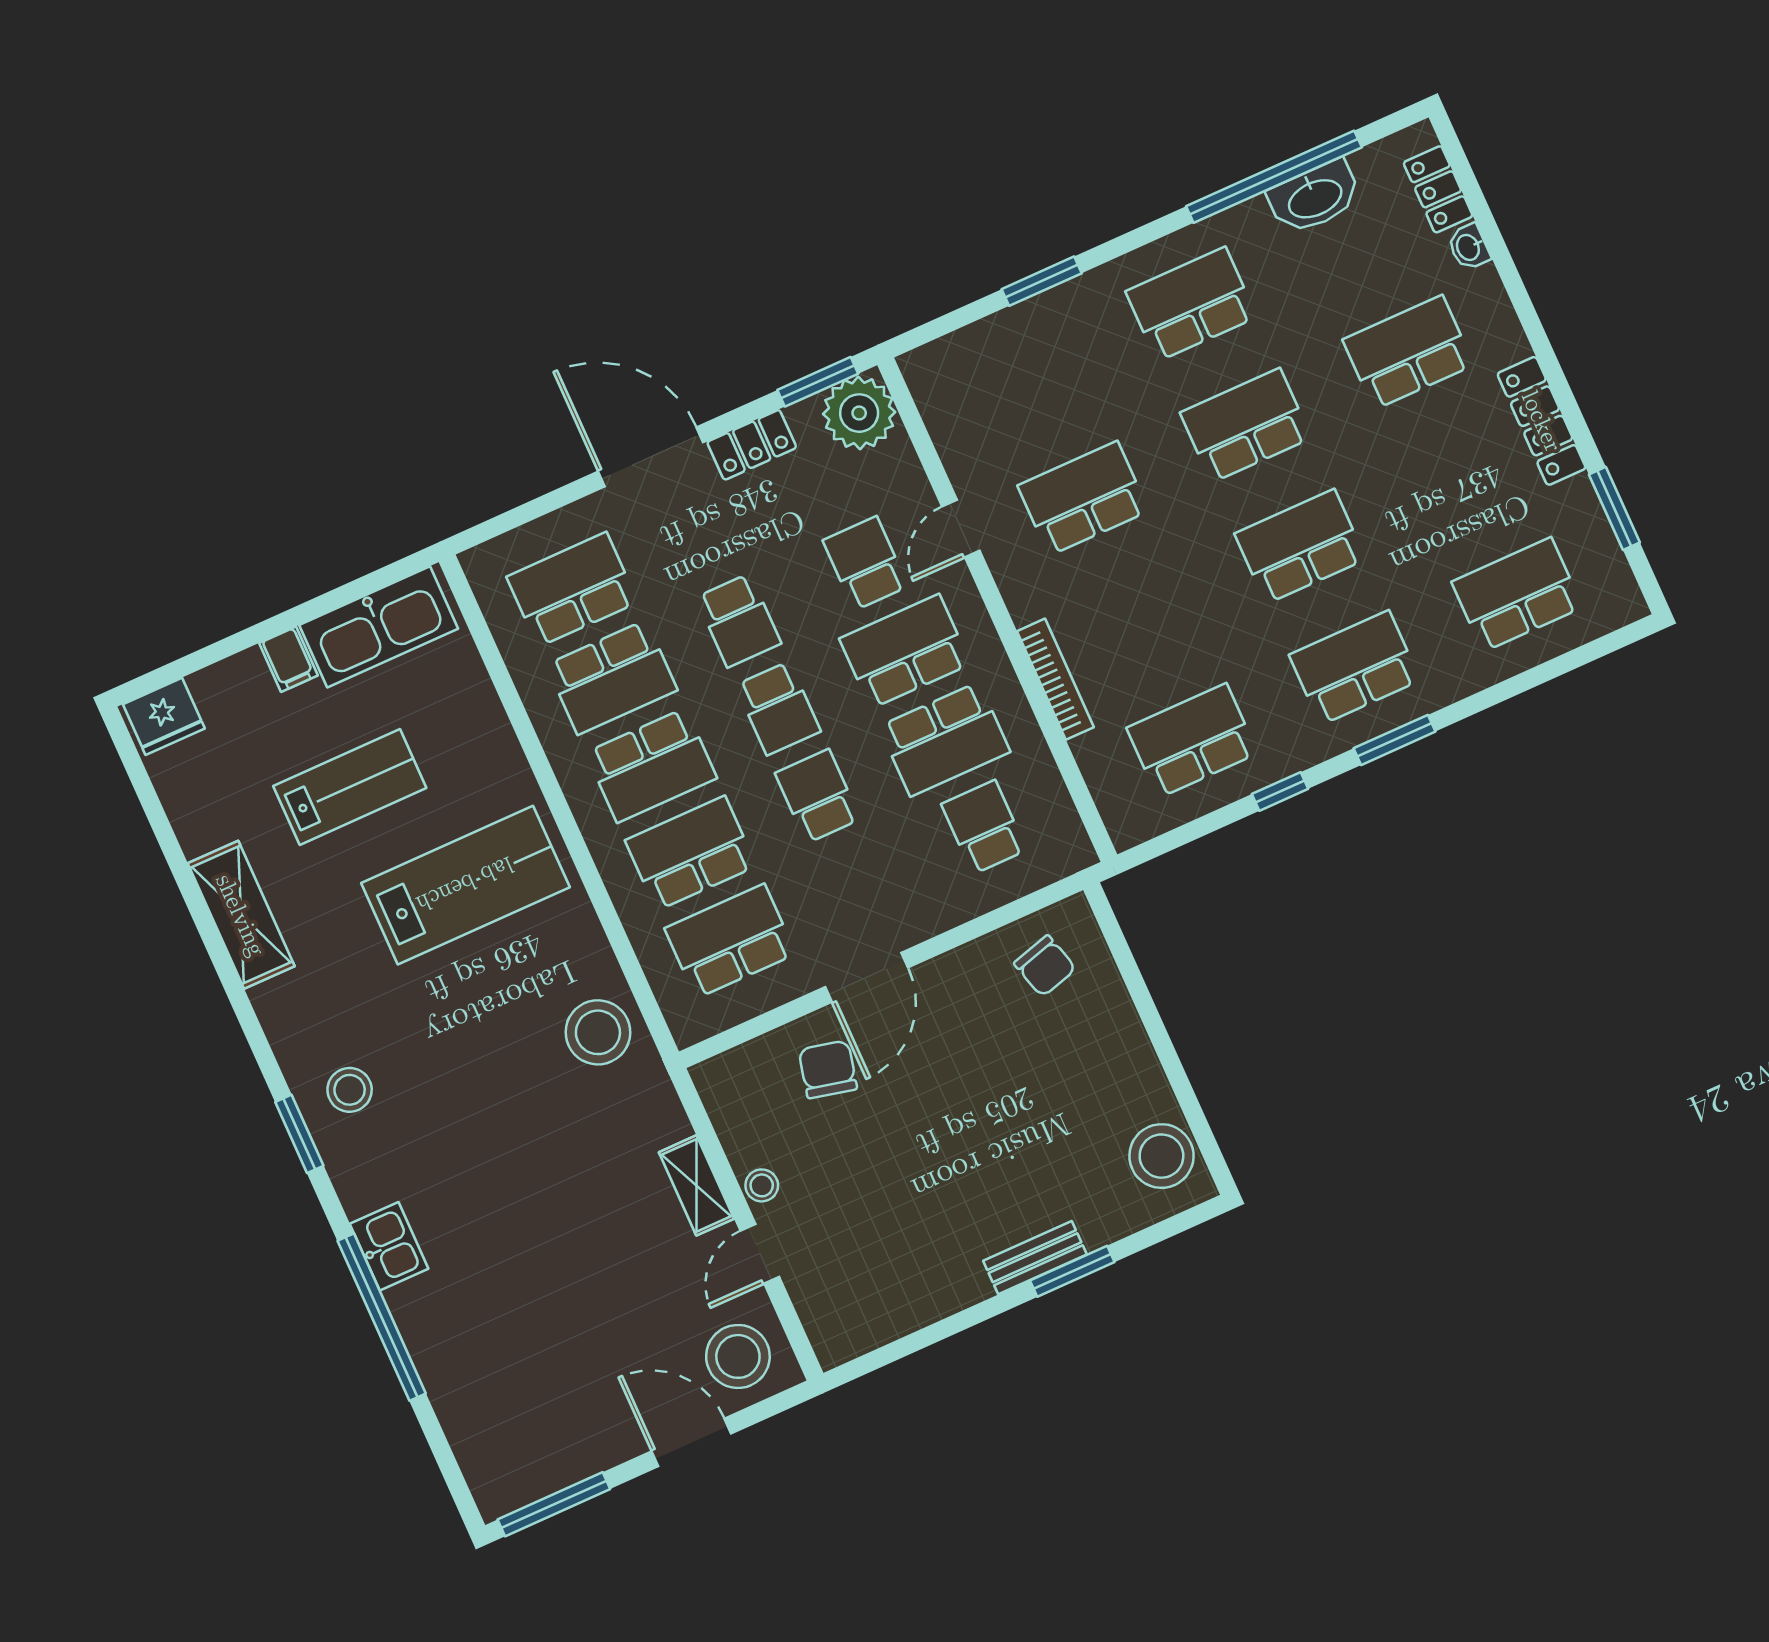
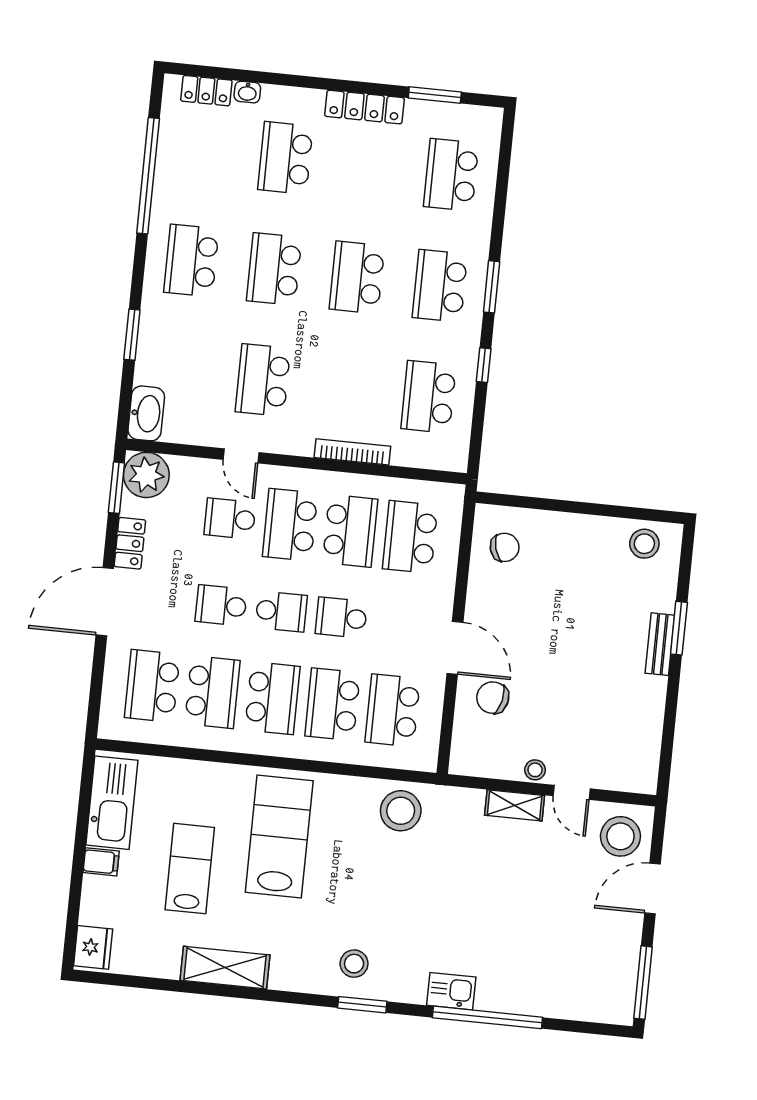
washbasin: (1315, 197) -> (146, 413), moved
school desk: (739, 620) -> (221, 605), turned 180
school desk: (984, 827) -> (410, 537), width x1.85
stool: (1161, 1156) -> (644, 544), width x0.73, depth x0.73

